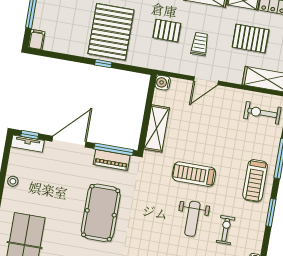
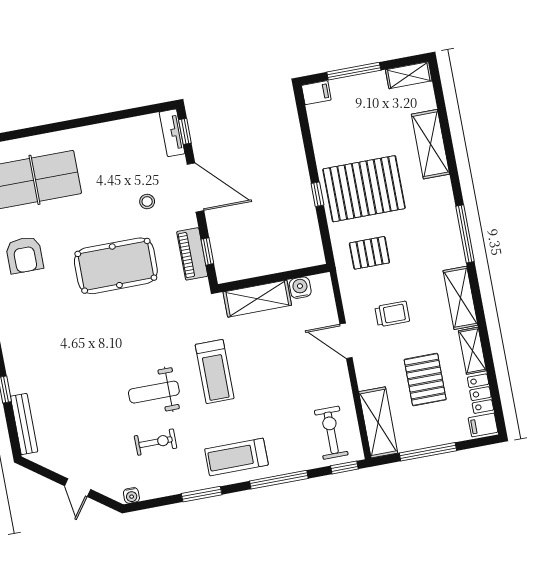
pallet: (167, 31) -> (369, 253), moved, turned 90
water cooler: (163, 83) -> (300, 288), moved
window: (114, 149) -> (207, 251), width x0.46
treadmill: (194, 174) -> (215, 372), turned 180
stool: (13, 181) -> (147, 201), moved

